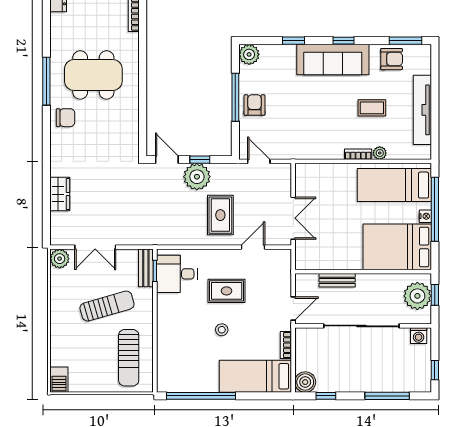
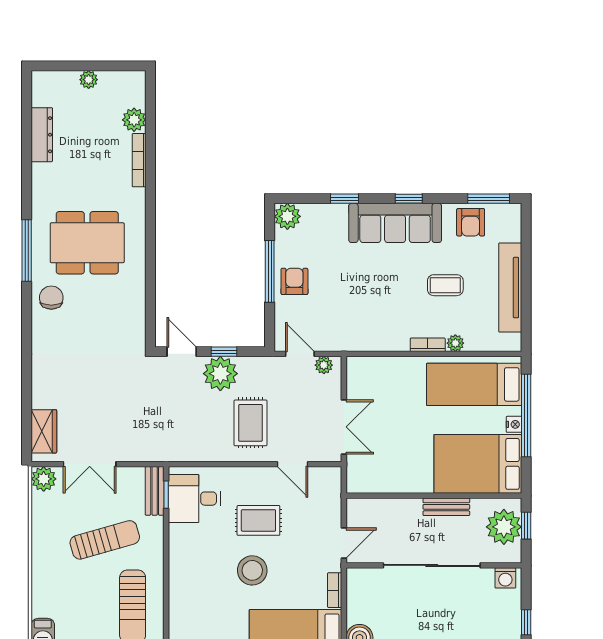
armchair: (392, 59) -> (471, 222), turned 90
chair: (65, 118) -> (51, 298), turned -90
plant: (277, 170) -> (324, 365), added
wardrobe: (60, 194) -> (44, 431), moved
door: (253, 247) -> (293, 464), swing flipped
bench: (337, 280) -> (446, 507), moved
stool: (222, 330) -> (252, 570), width x1.89, depth x1.89

